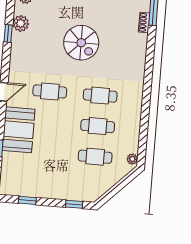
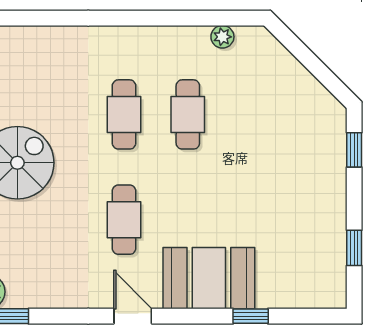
cafe table: (95, 157) -> (252, 114), removed
plant: (132, 159) -> (222, 37), moved

